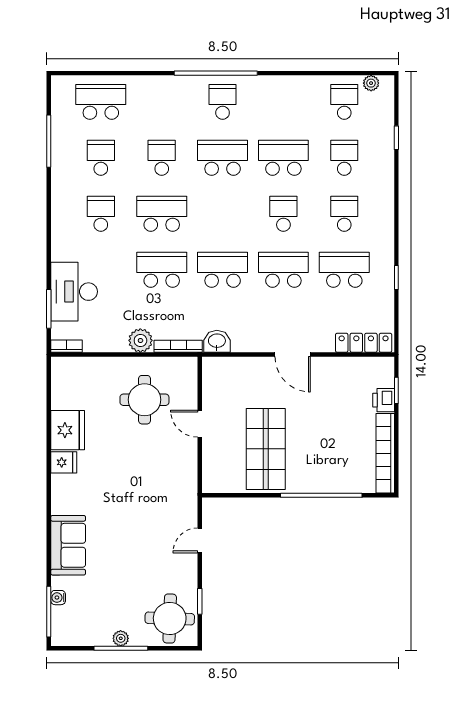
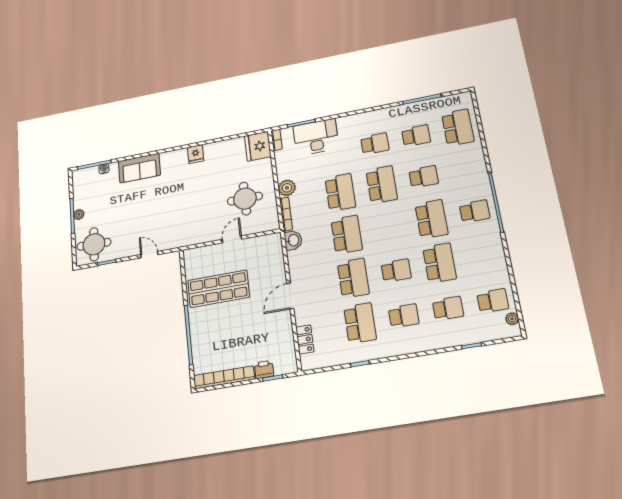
locker: (364, 343) -> (305, 339), width x0.66
fridge: (68, 430) -> (258, 146), moved, turned 90

